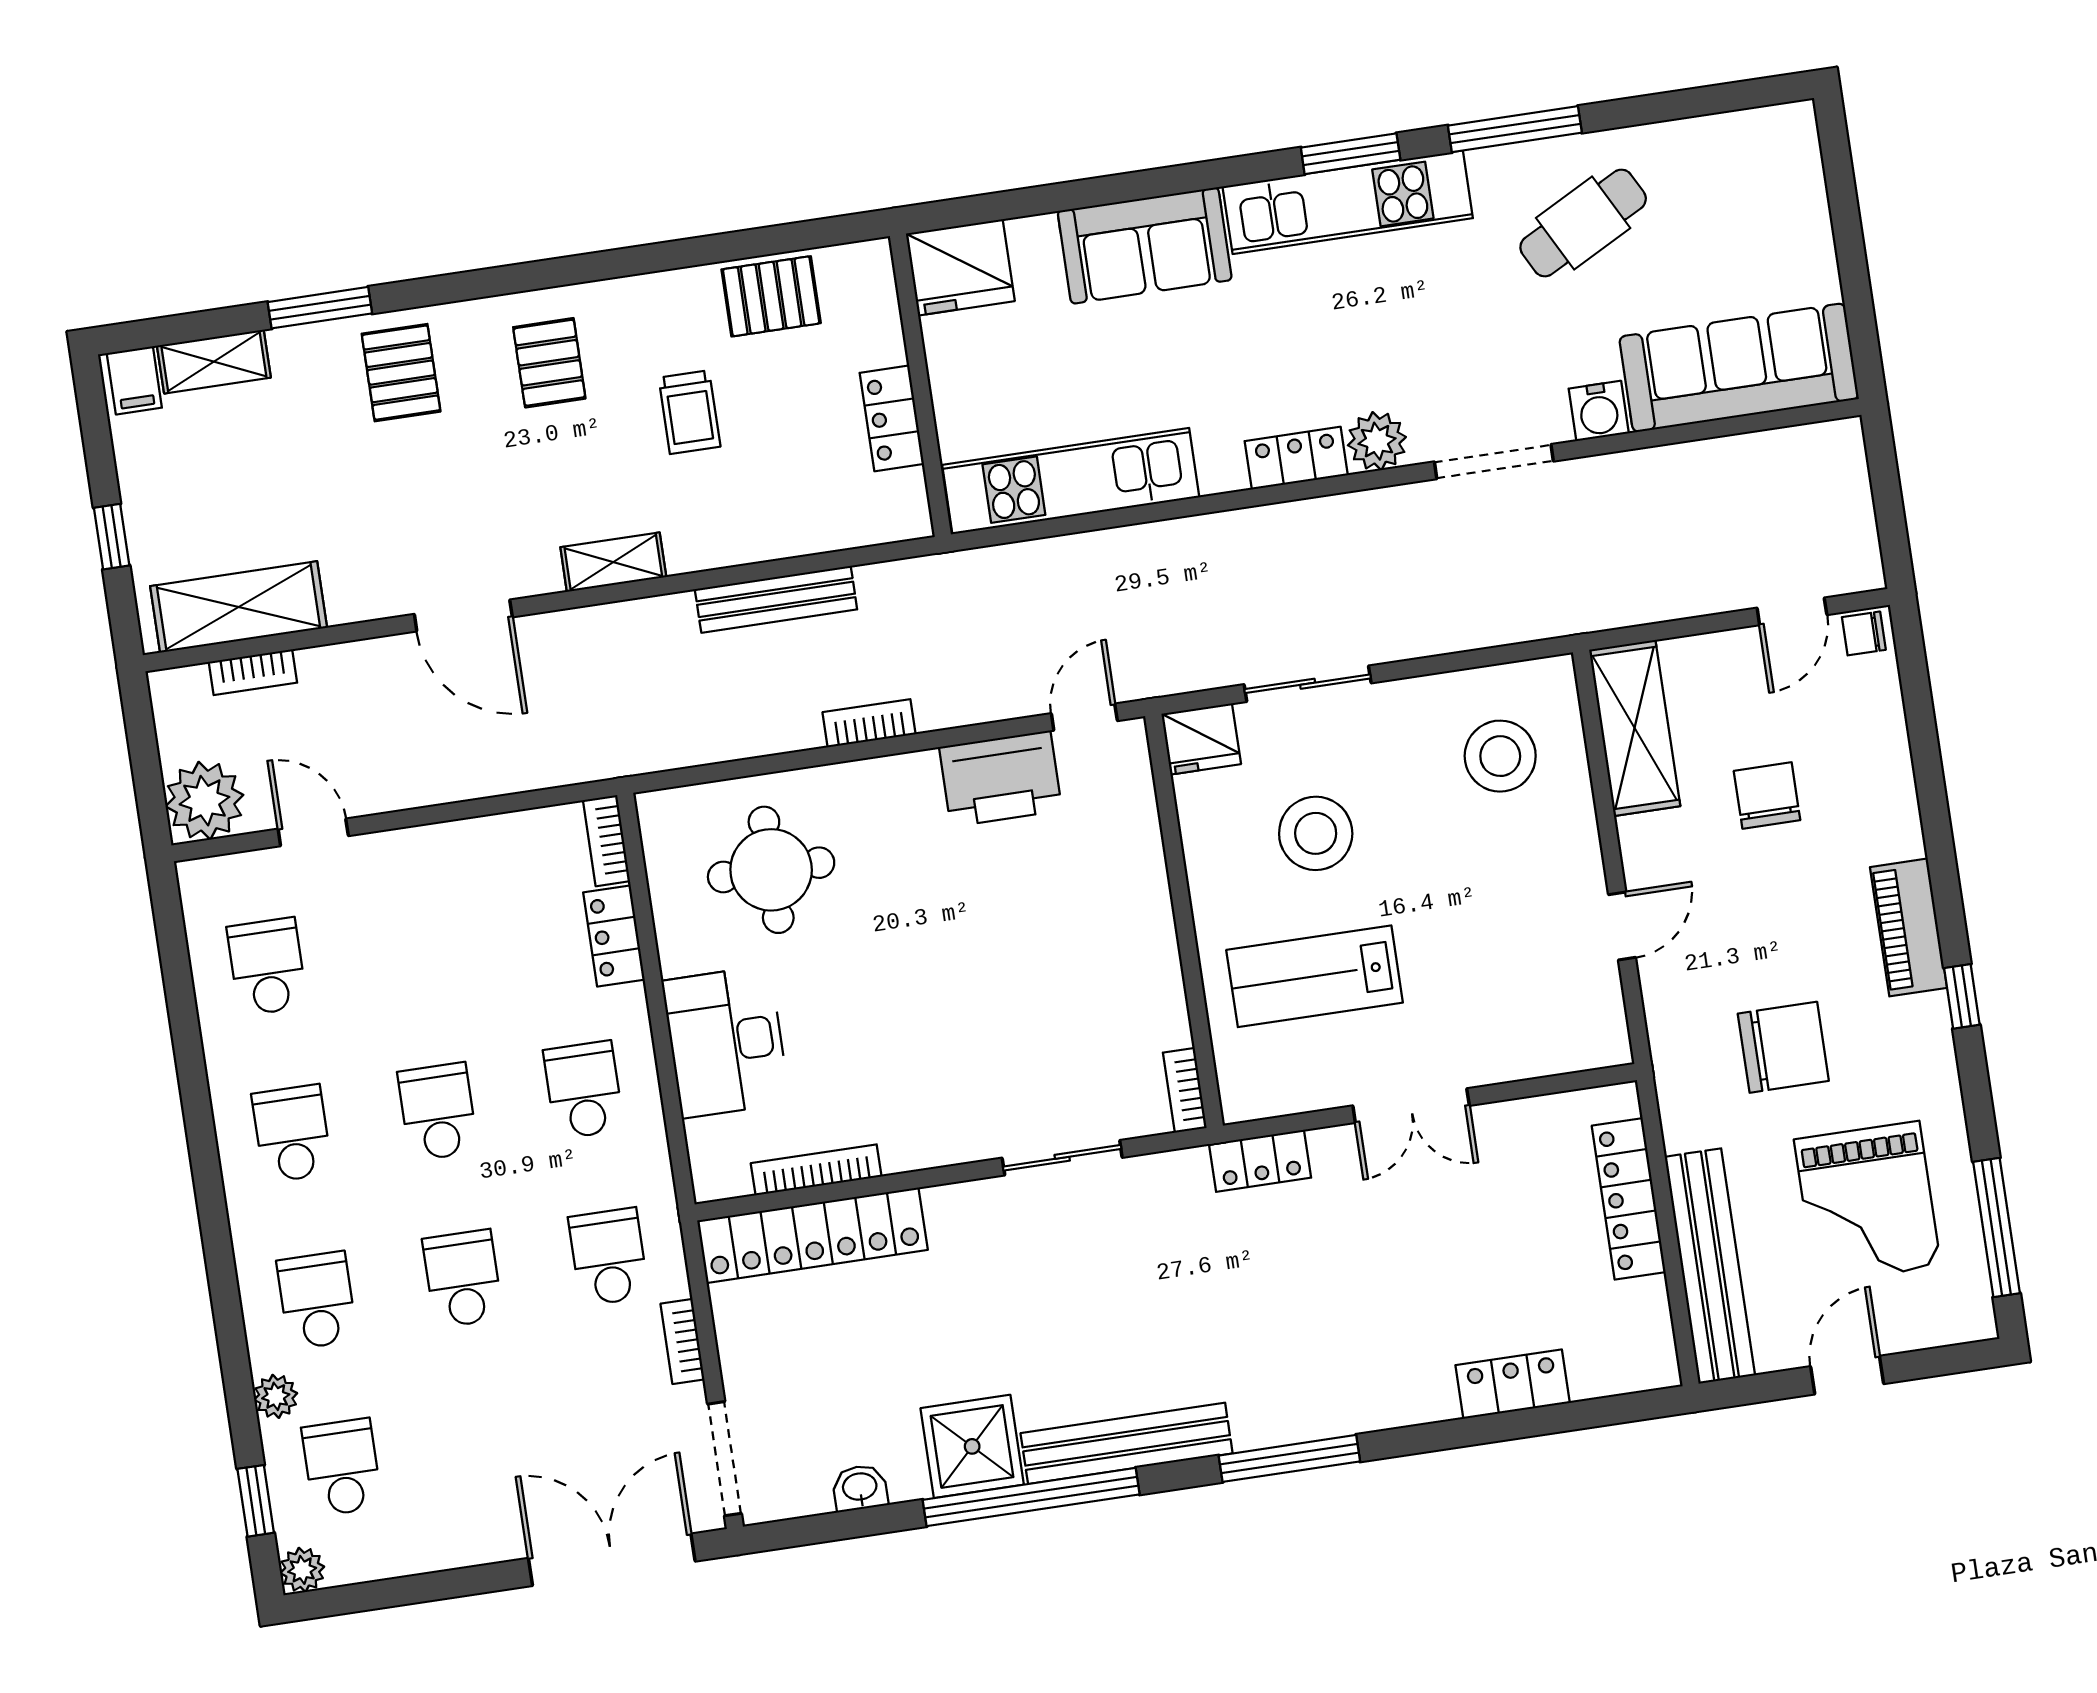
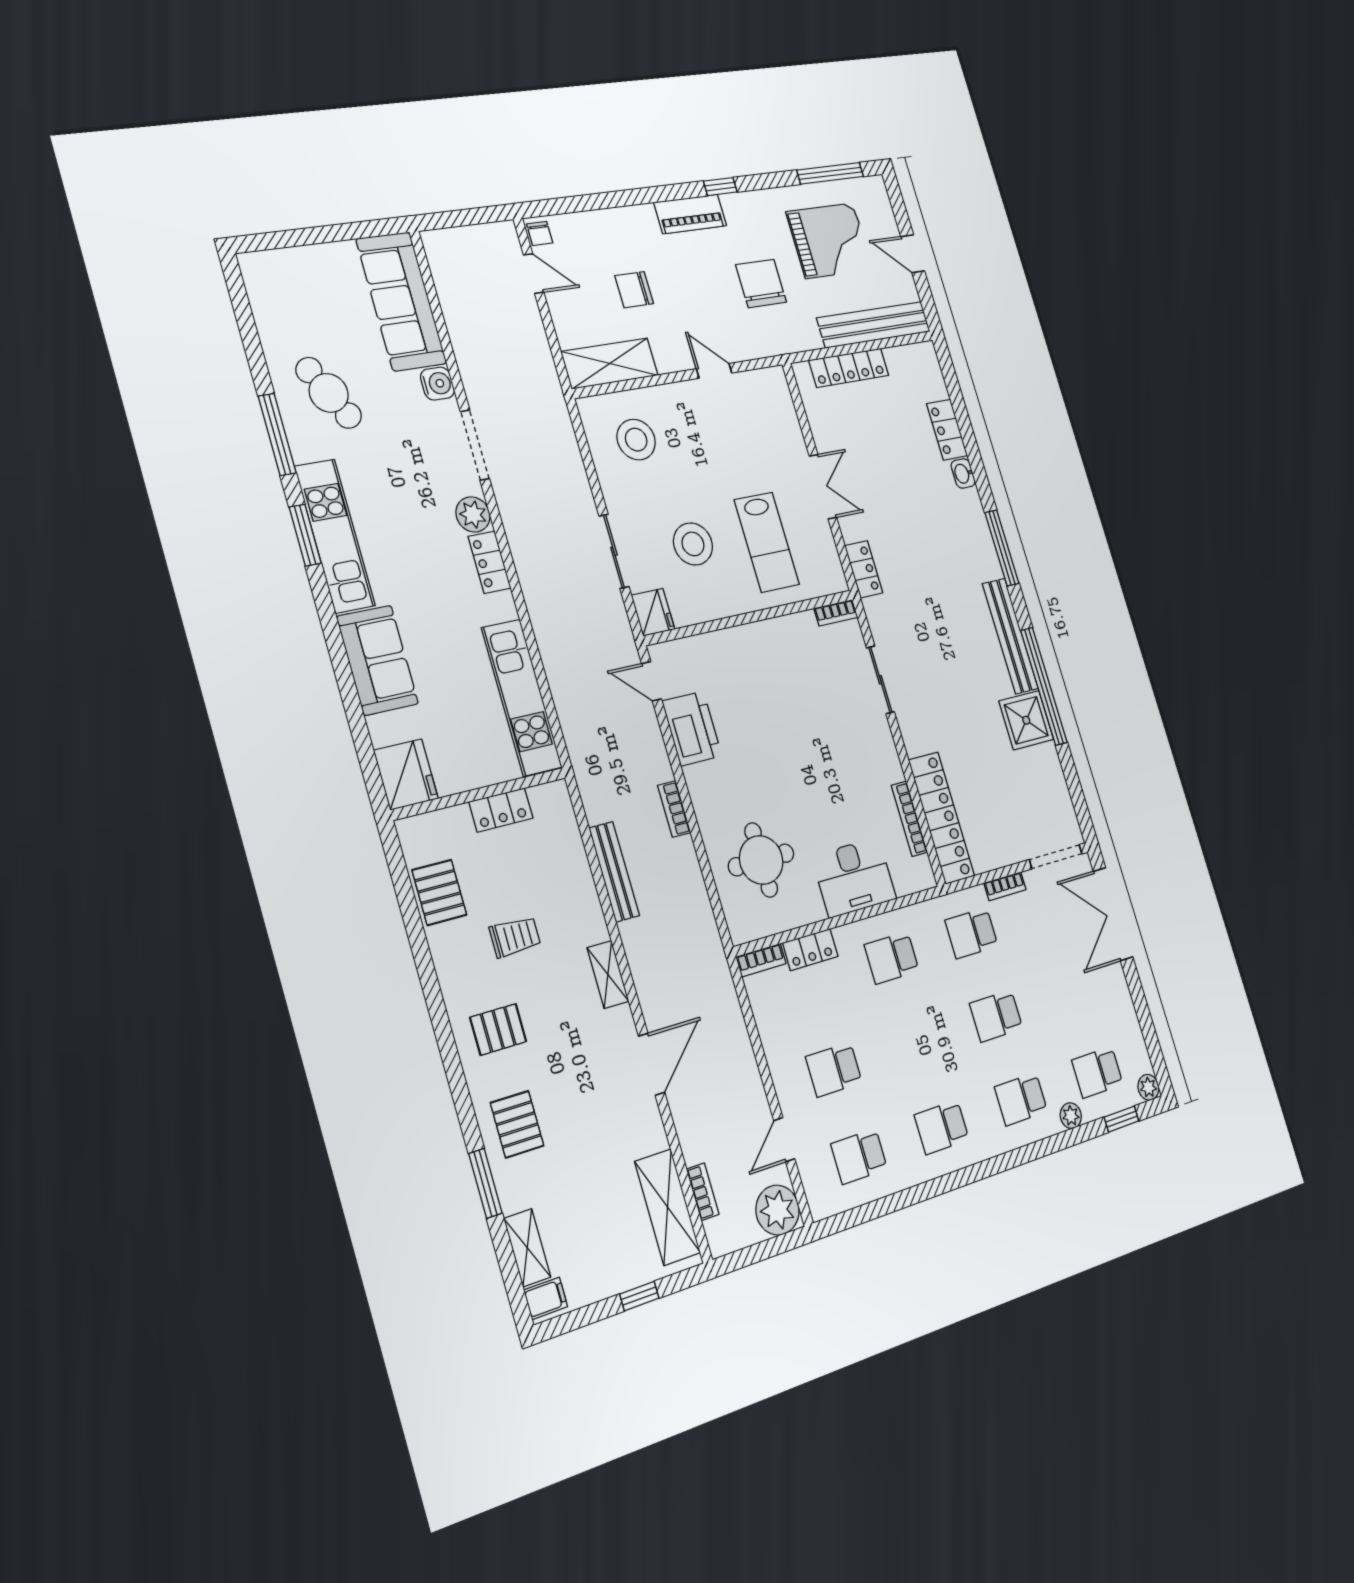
pallet: (401, 373) -> (517, 1124), turned 90
school desk: (438, 1112) -> (834, 1070), moved
washbasin: (860, 1488) -> (963, 473), moved

